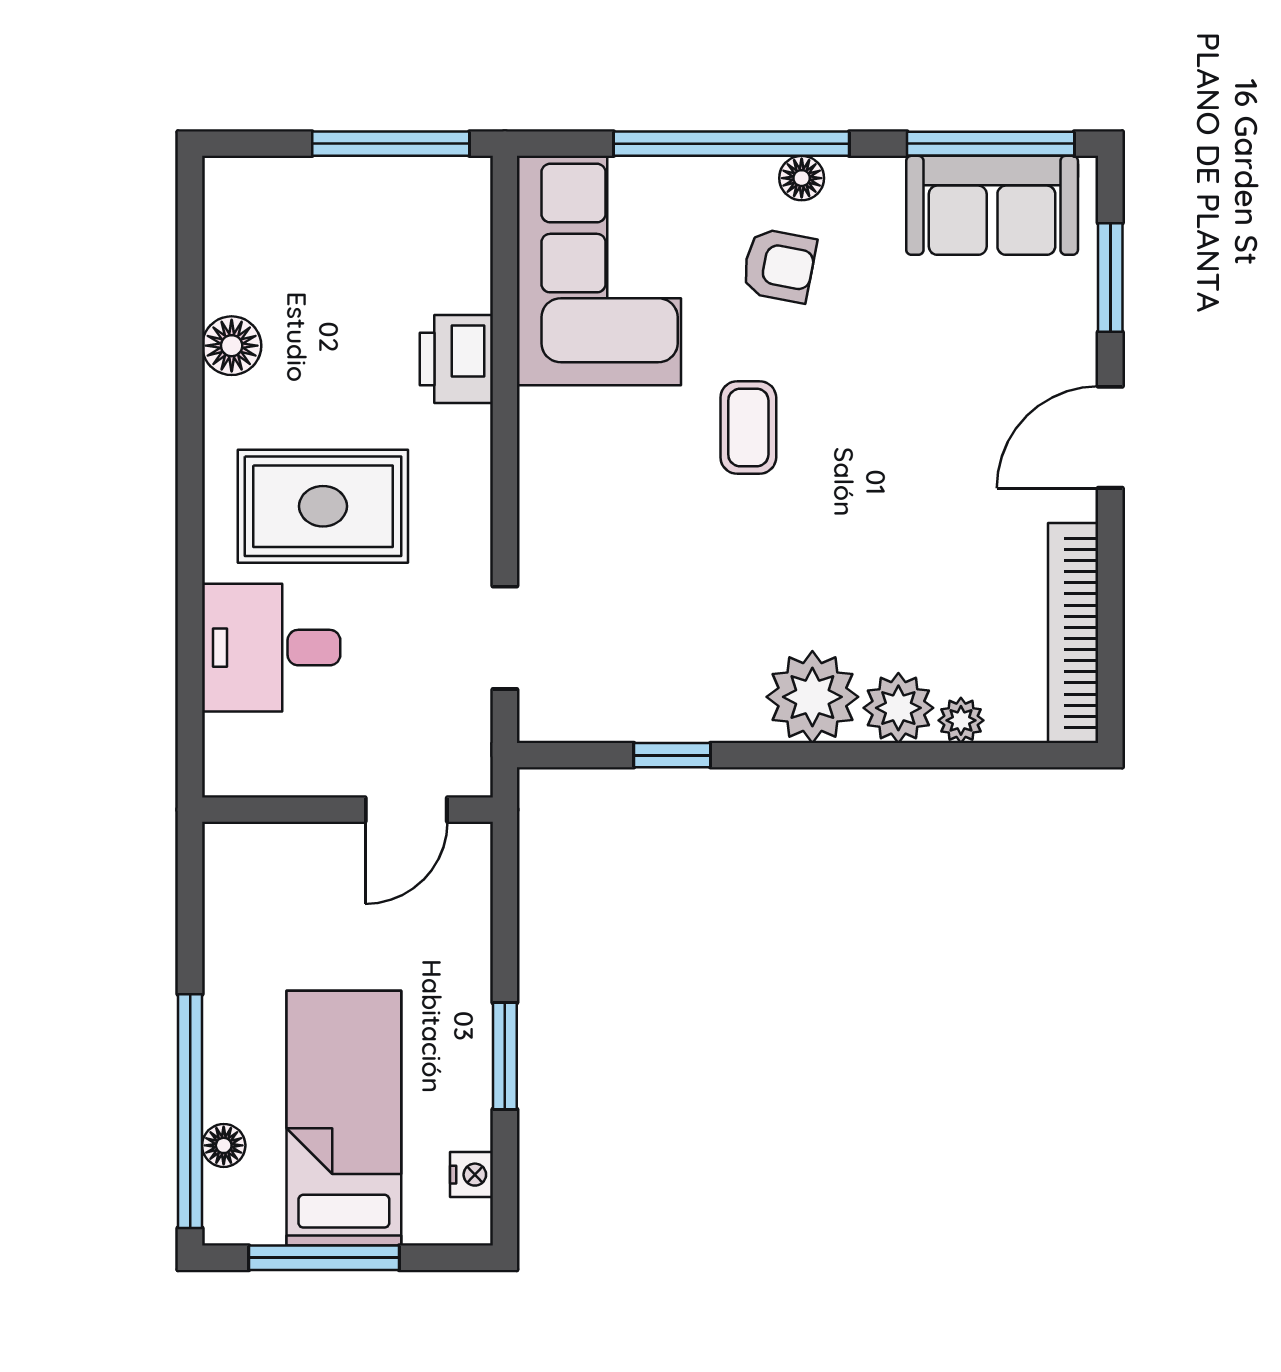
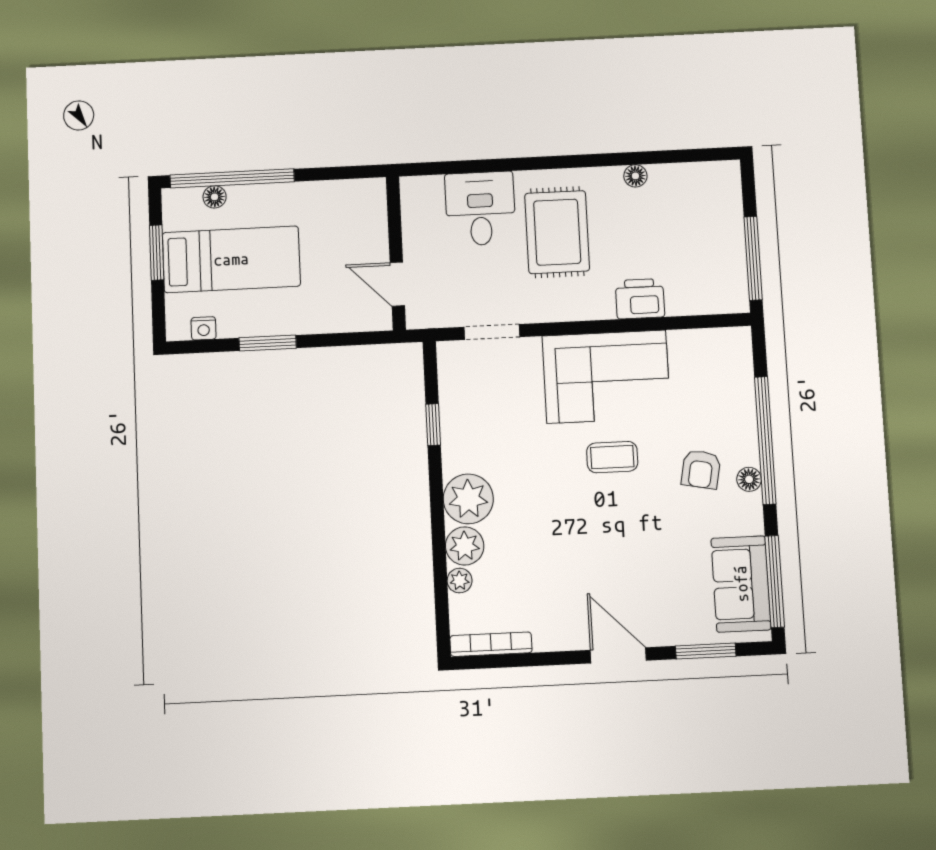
corner sofa: (599, 271) -> (606, 377), moved
floor lamp: (232, 346) -> (635, 176), width x0.73, depth x0.73
bookcase: (1073, 633) -> (491, 644), width x0.68, depth x0.76
window: (324, 1258) -> (157, 253), width x0.69

